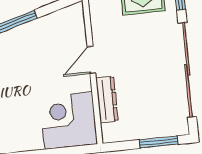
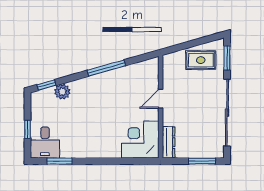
dresser: (107, 99) -> (169, 142), moved

